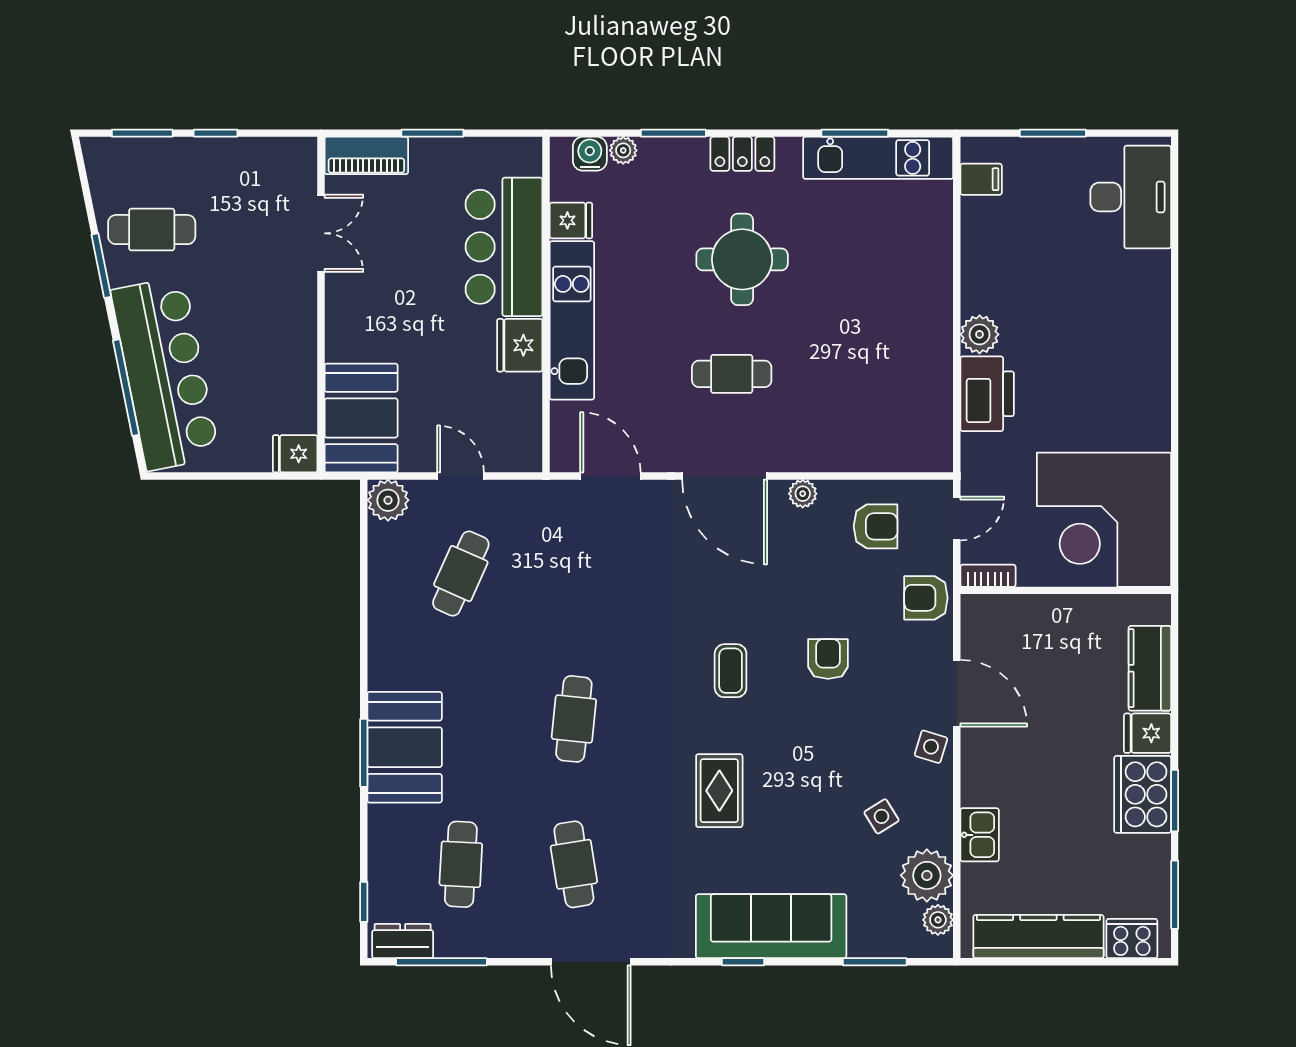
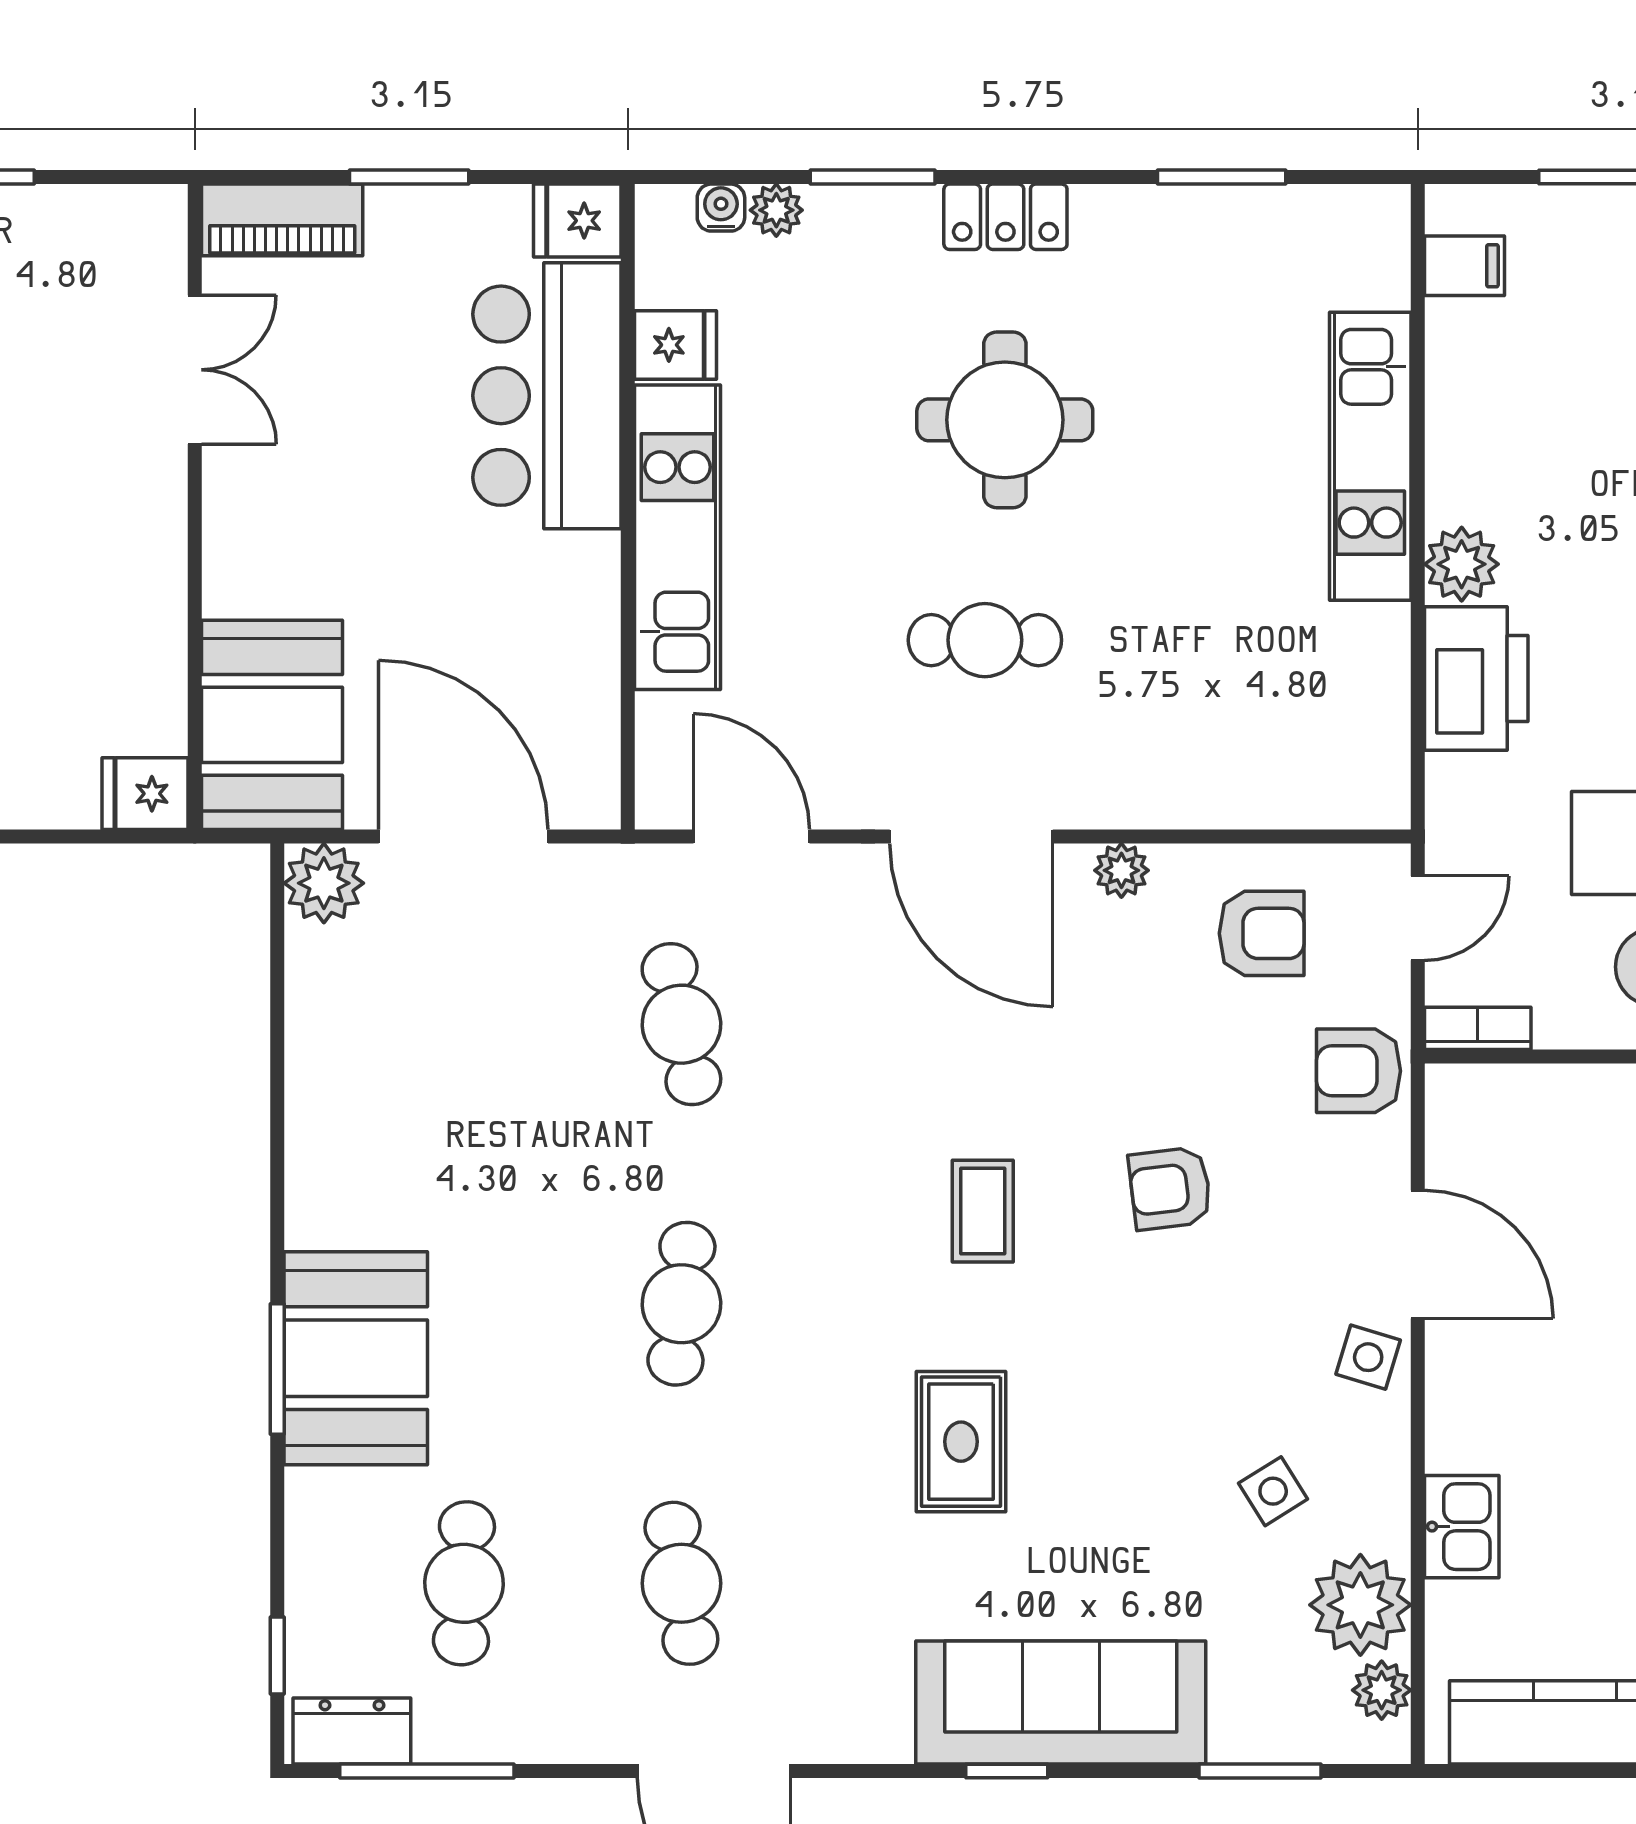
water cooler: (590, 154) -> (721, 208), width x0.72, depth x0.72
kitchen unit: (878, 158) -> (1370, 456), moved, turned 90
fridge: (520, 345) -> (577, 221), moved, width x0.72
door: (461, 476) -> (463, 837), width x1.88
cafe table: (461, 574) -> (681, 1024), moved, turned -36
armchair: (828, 659) -> (1170, 1188), turned -97

